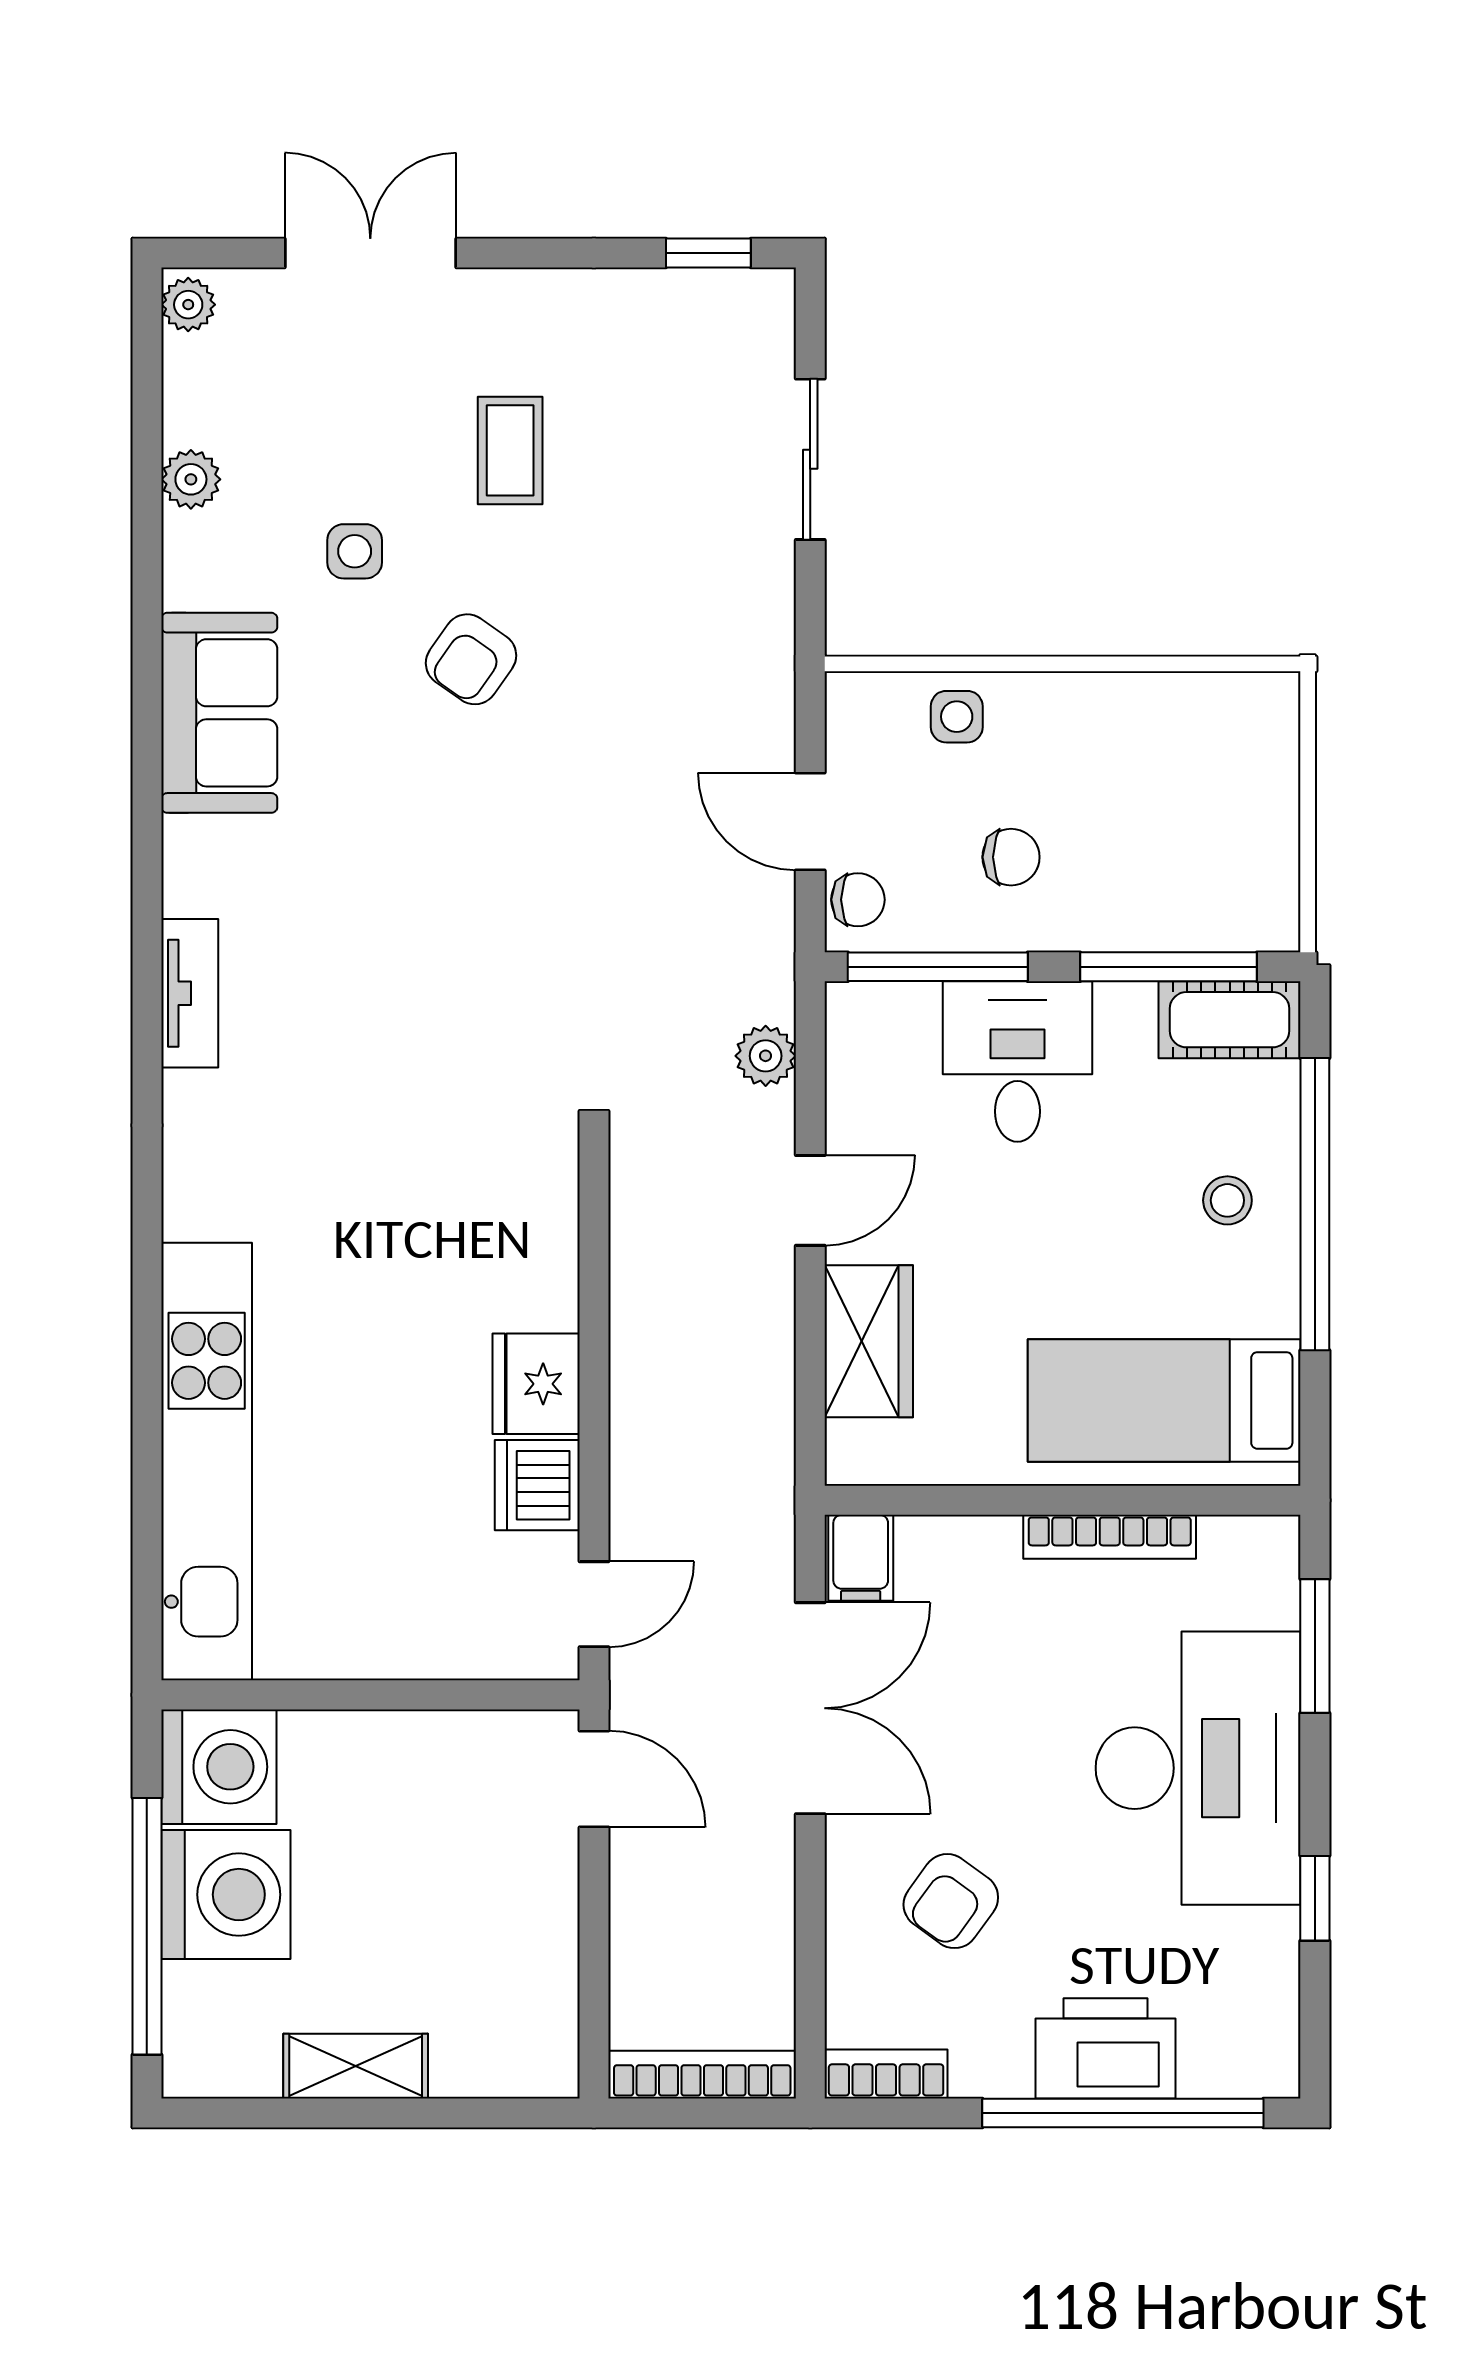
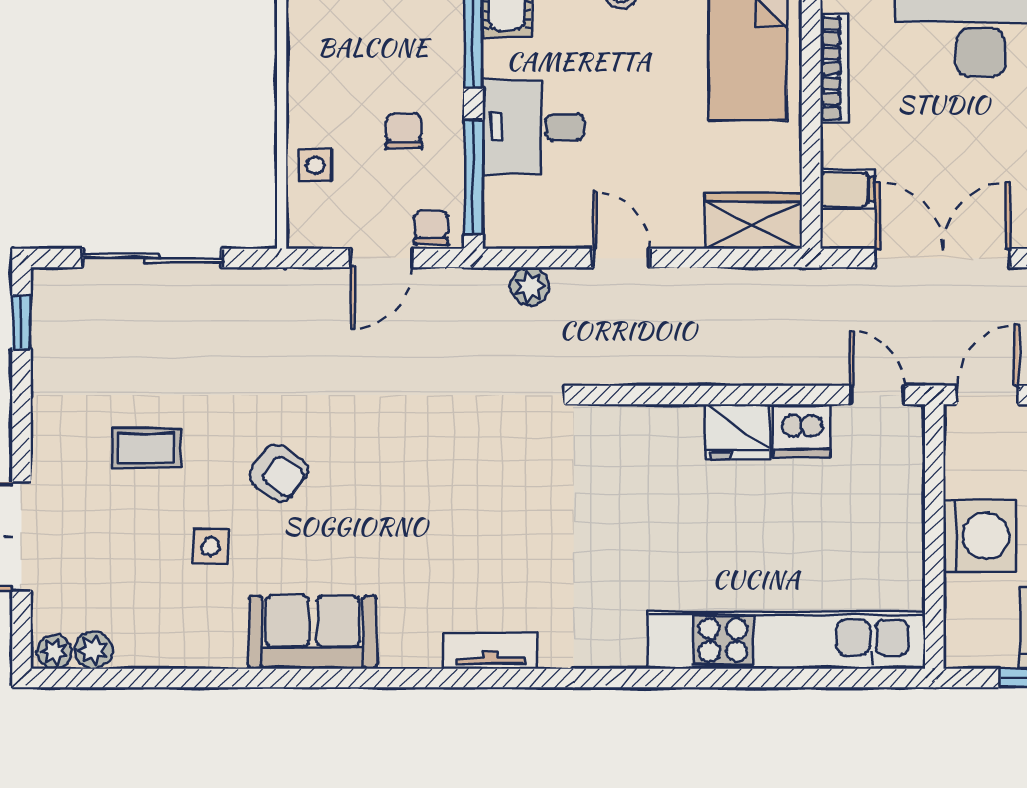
sliding door: (810, 459) -> (152, 258), width x1.37
plant: (191, 479) -> (94, 650), moved
wardrobe: (869, 1341) -> (754, 221), moved
filing cabinet: (861, 1558) -> (848, 189), moved
washing machine: (219, 1767) -> (980, 536), moved, turned 90

